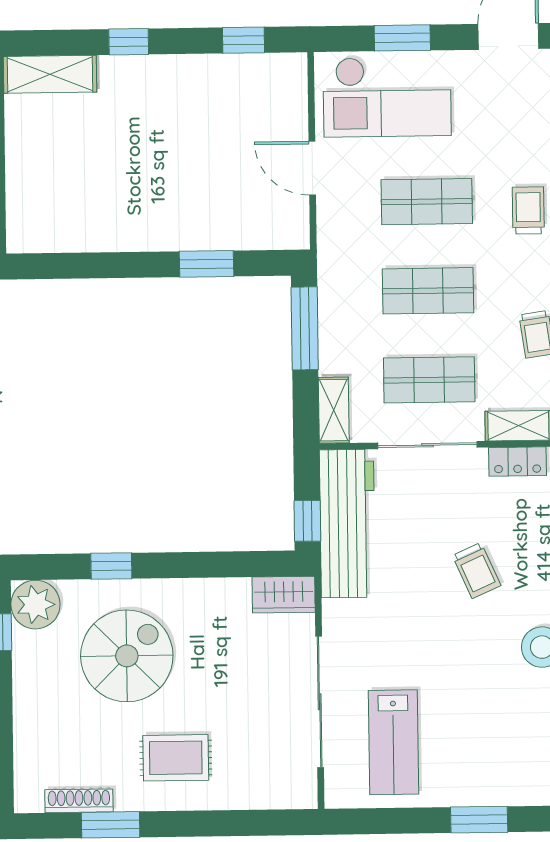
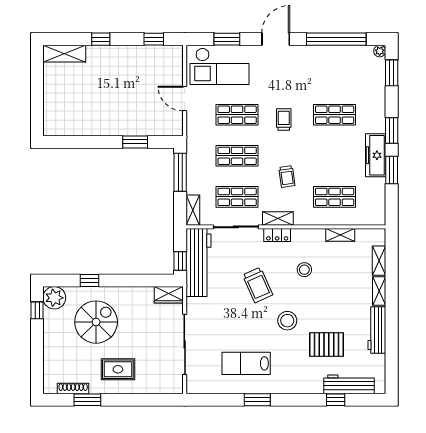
trolley: (477, 570) -> (258, 285), width x1.36, depth x1.39
lab bench: (393, 742) -> (246, 363), moved, turned 90

